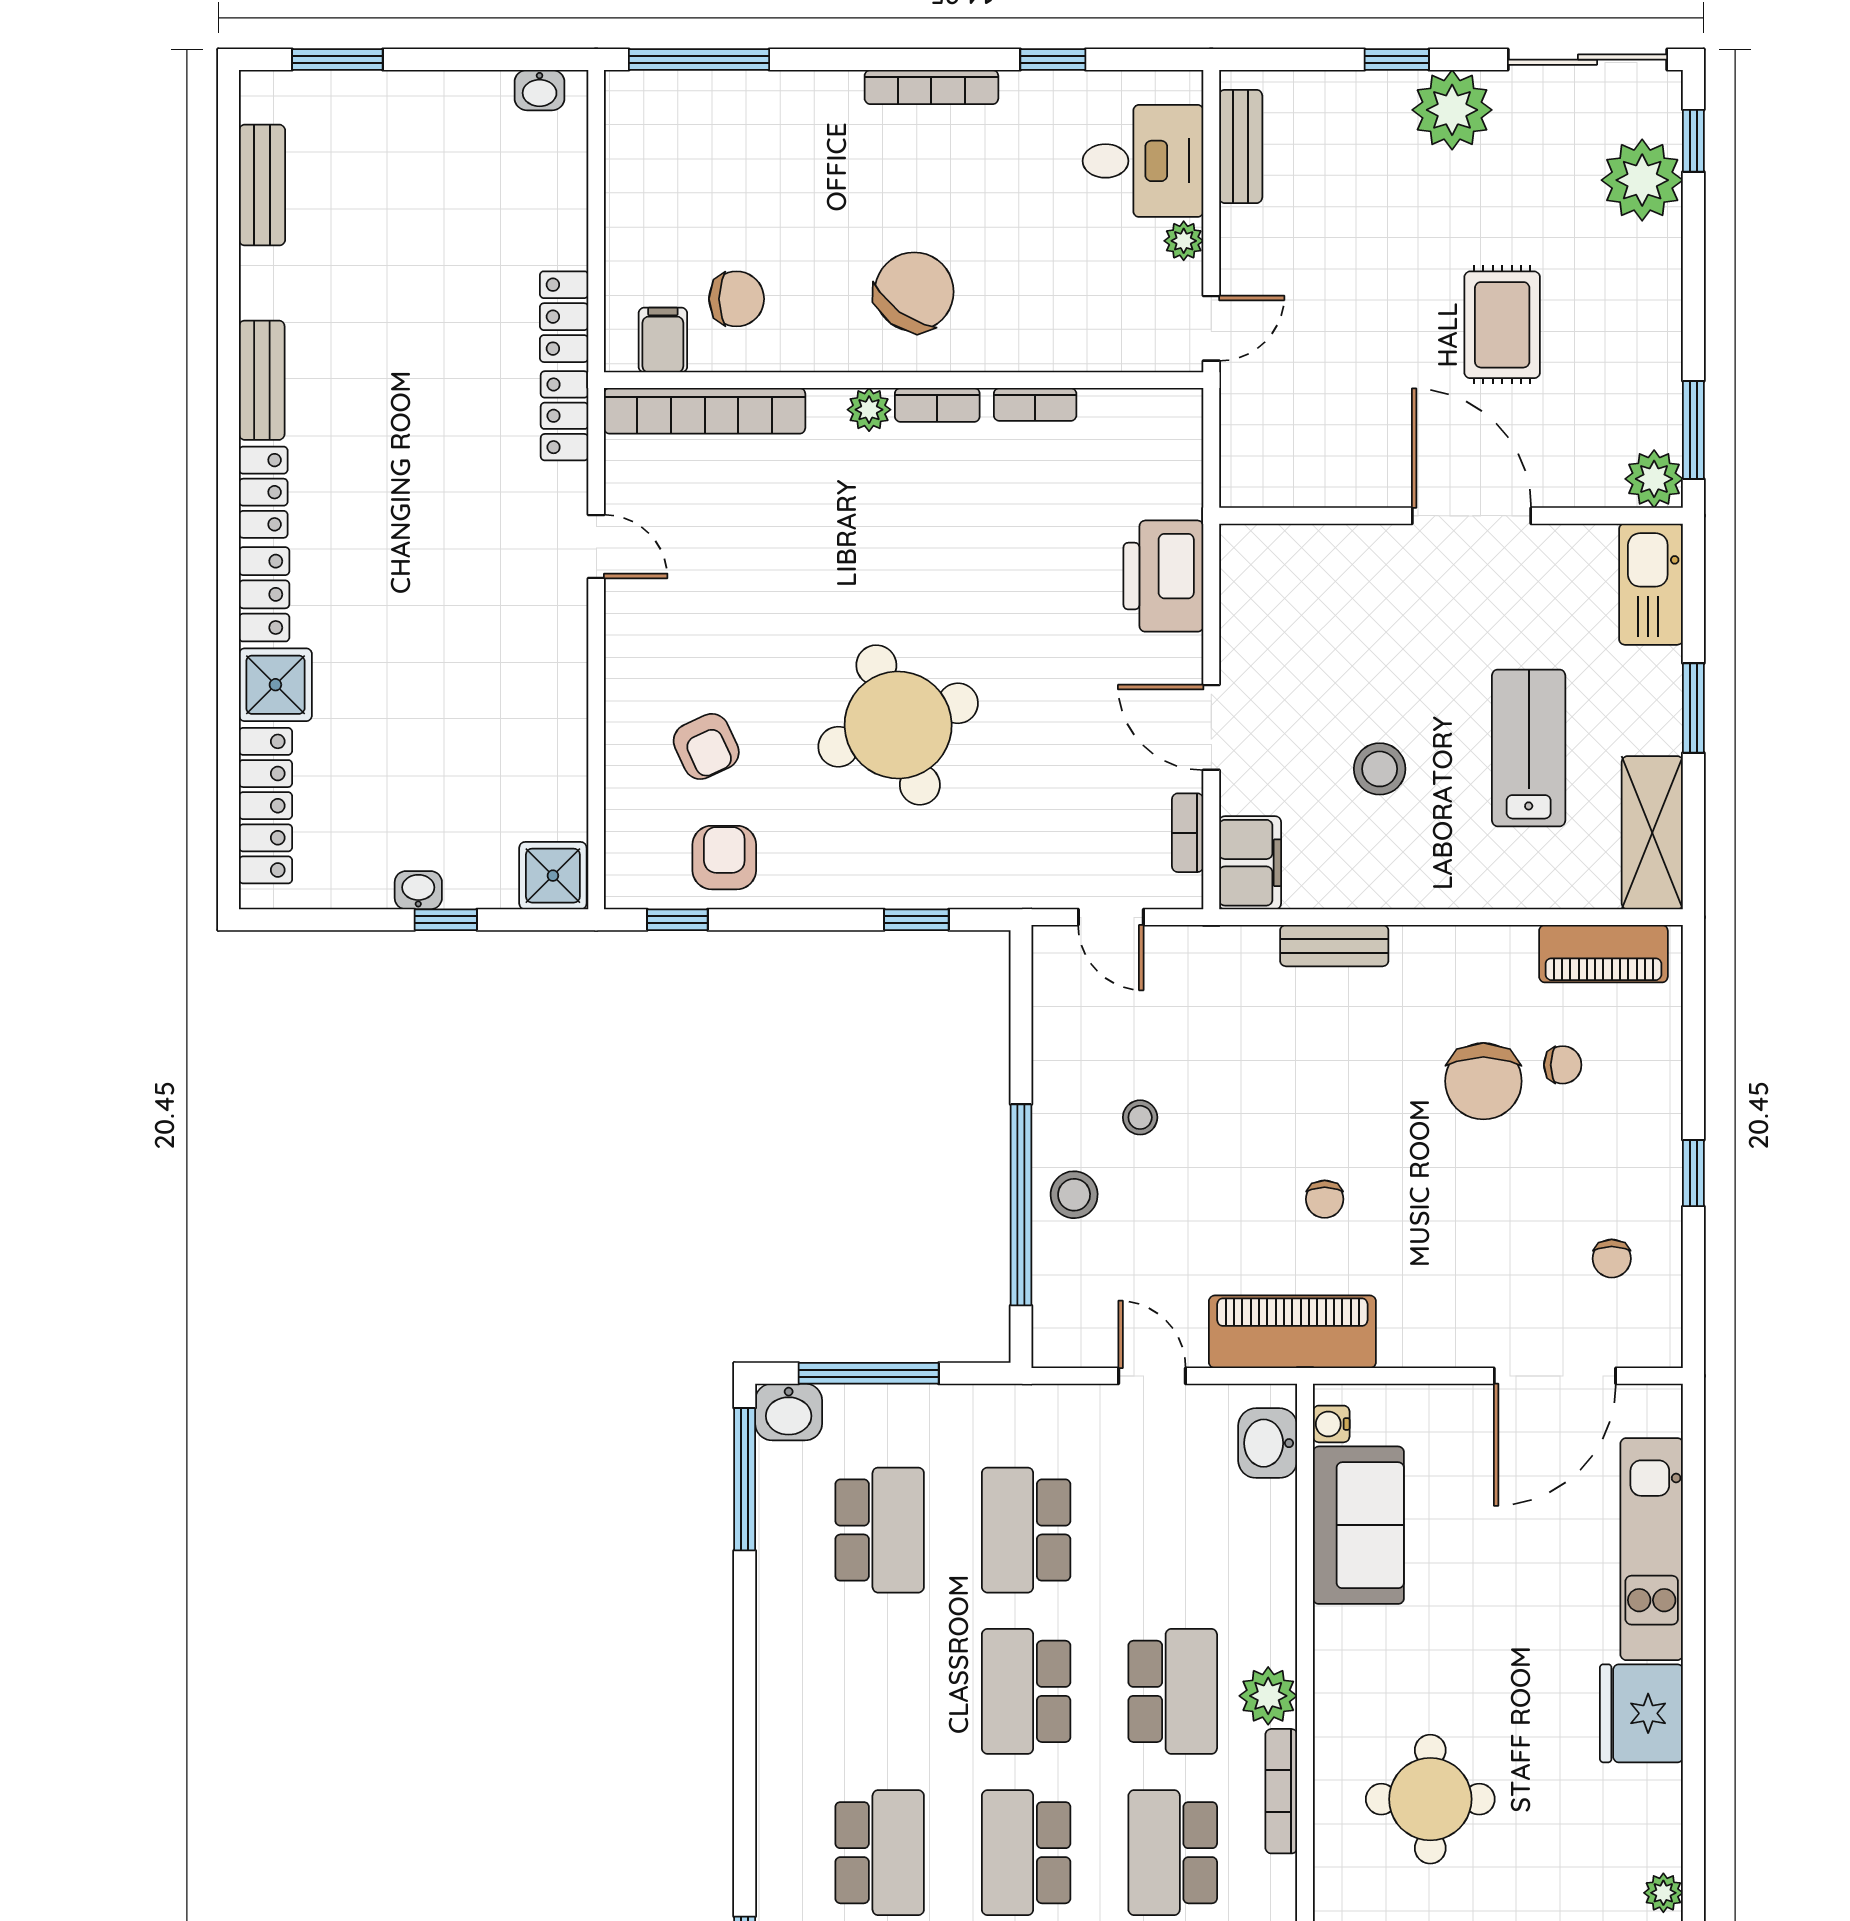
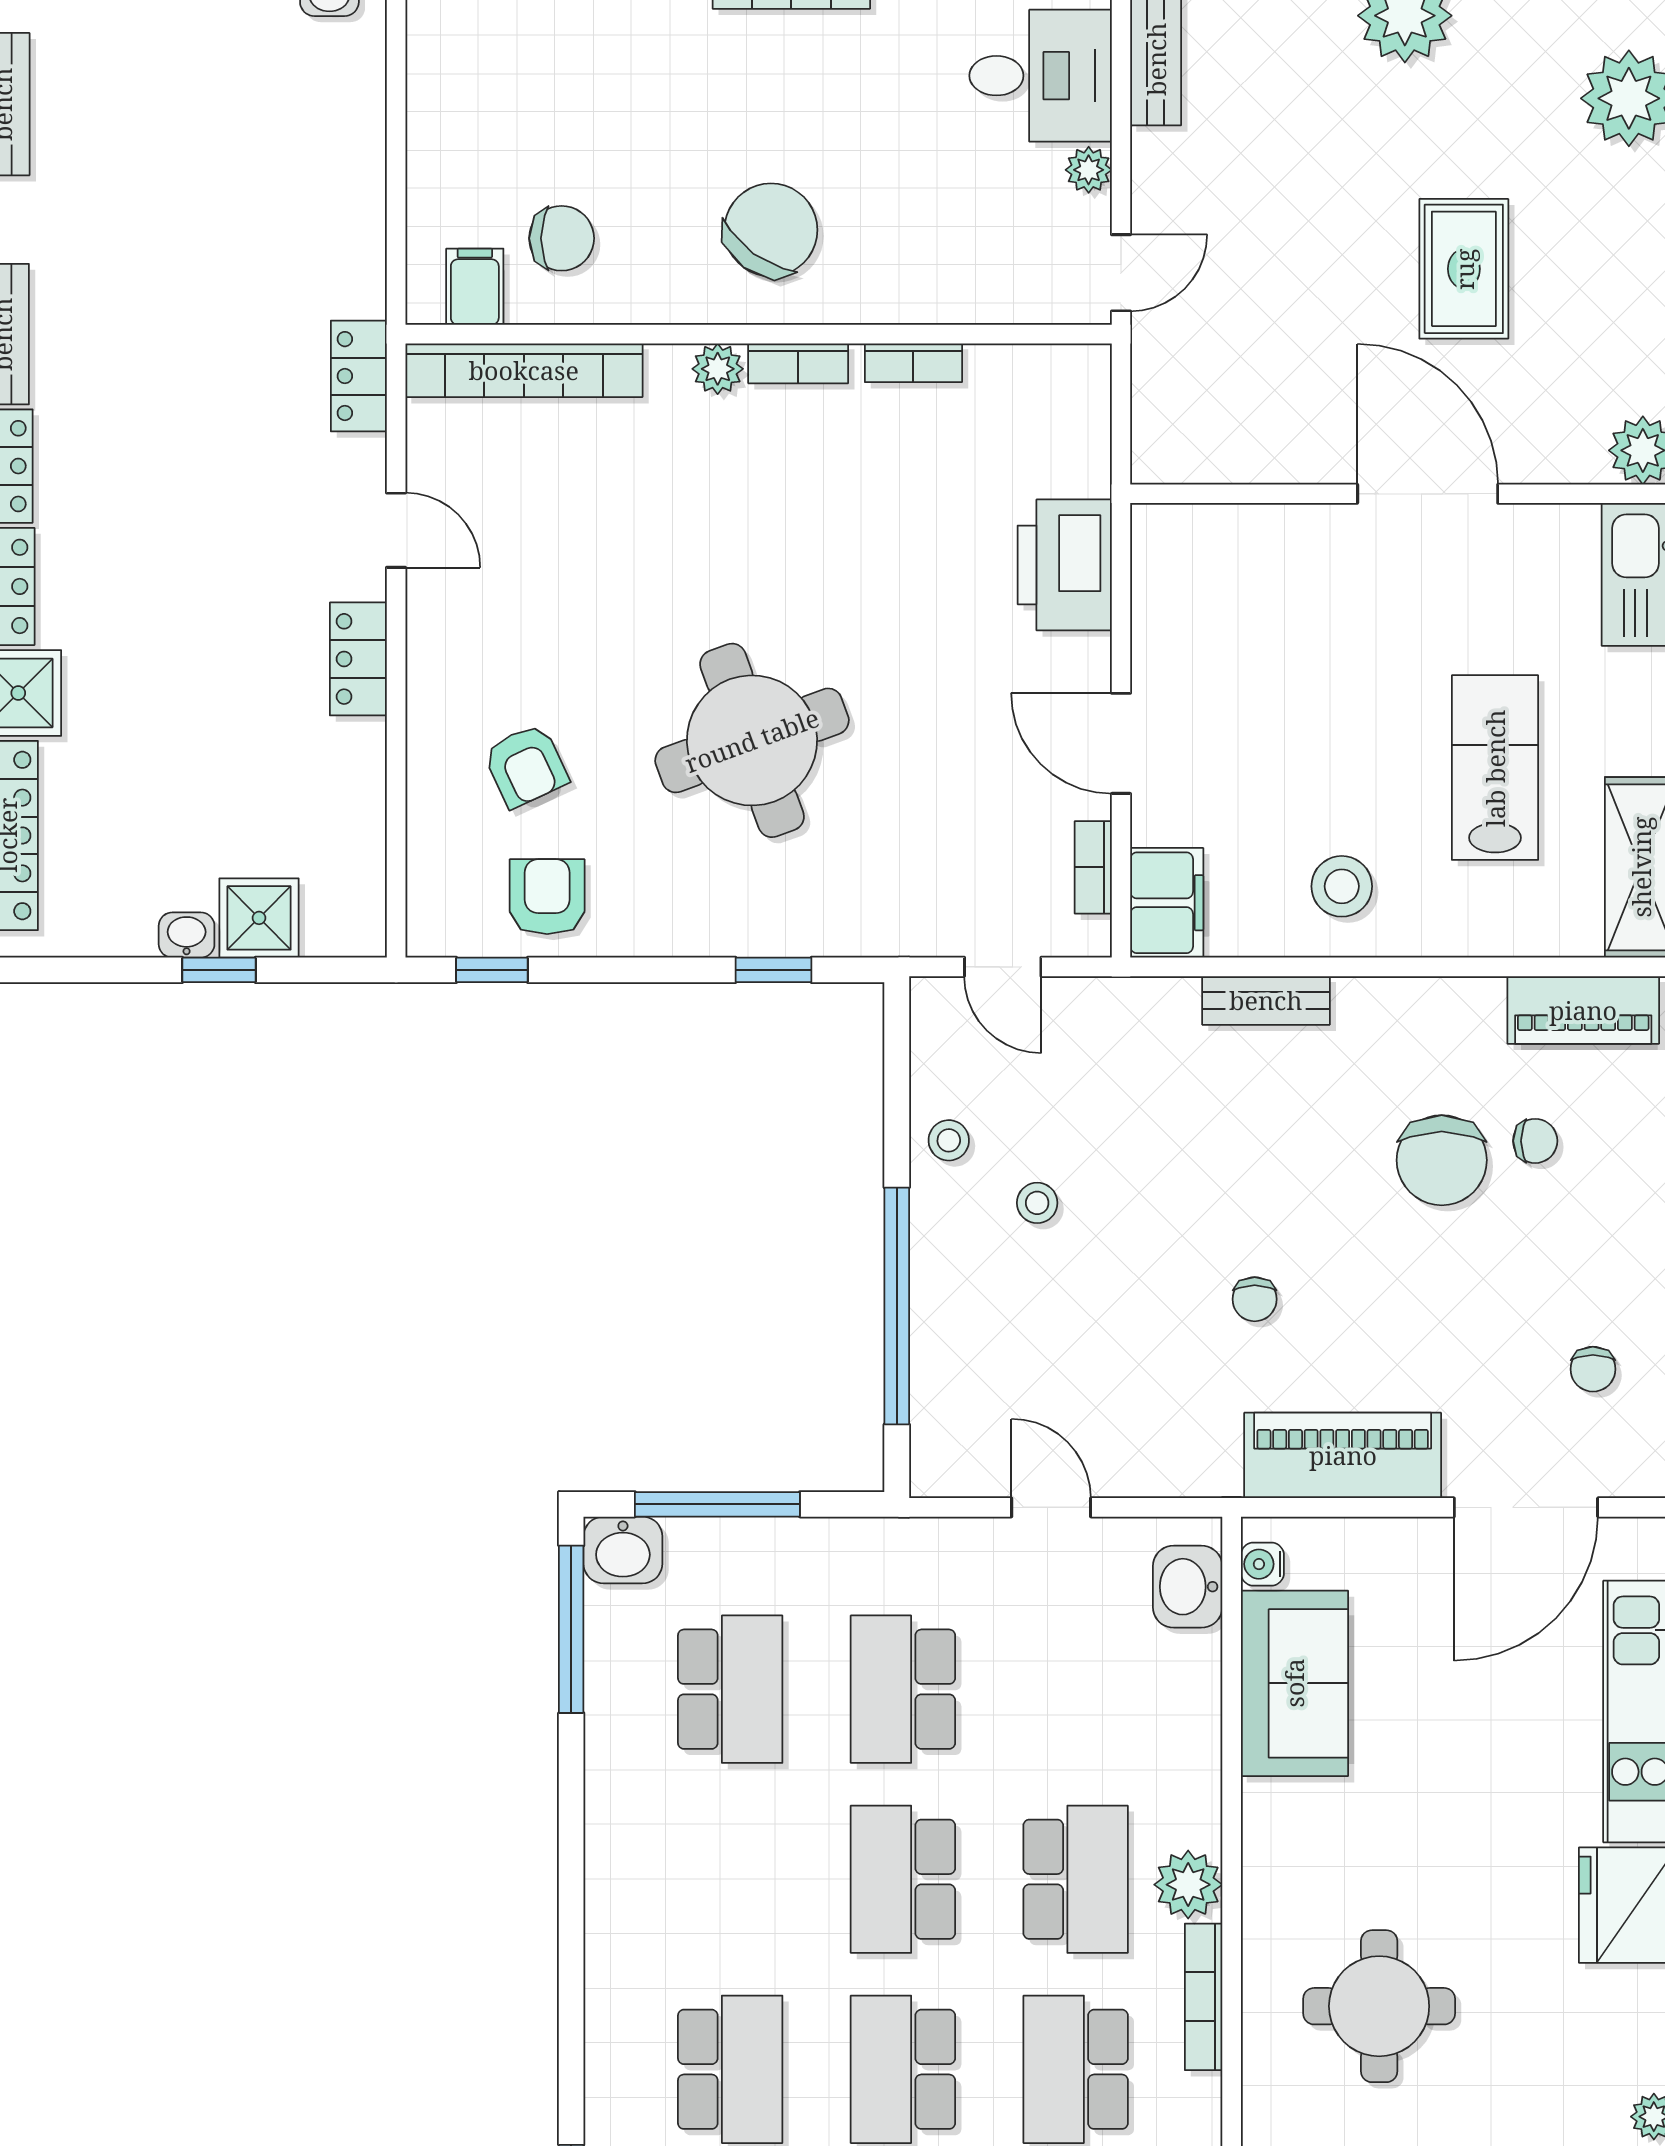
locker: (564, 317) -> (358, 659), moved
stool: (1380, 769) -> (1342, 886), moved
shower: (553, 876) -> (259, 918), moved
stool: (1074, 1195) -> (949, 1140), moved, width x0.73, depth x0.73
piano: (1292, 1332) -> (1343, 1455), moved

